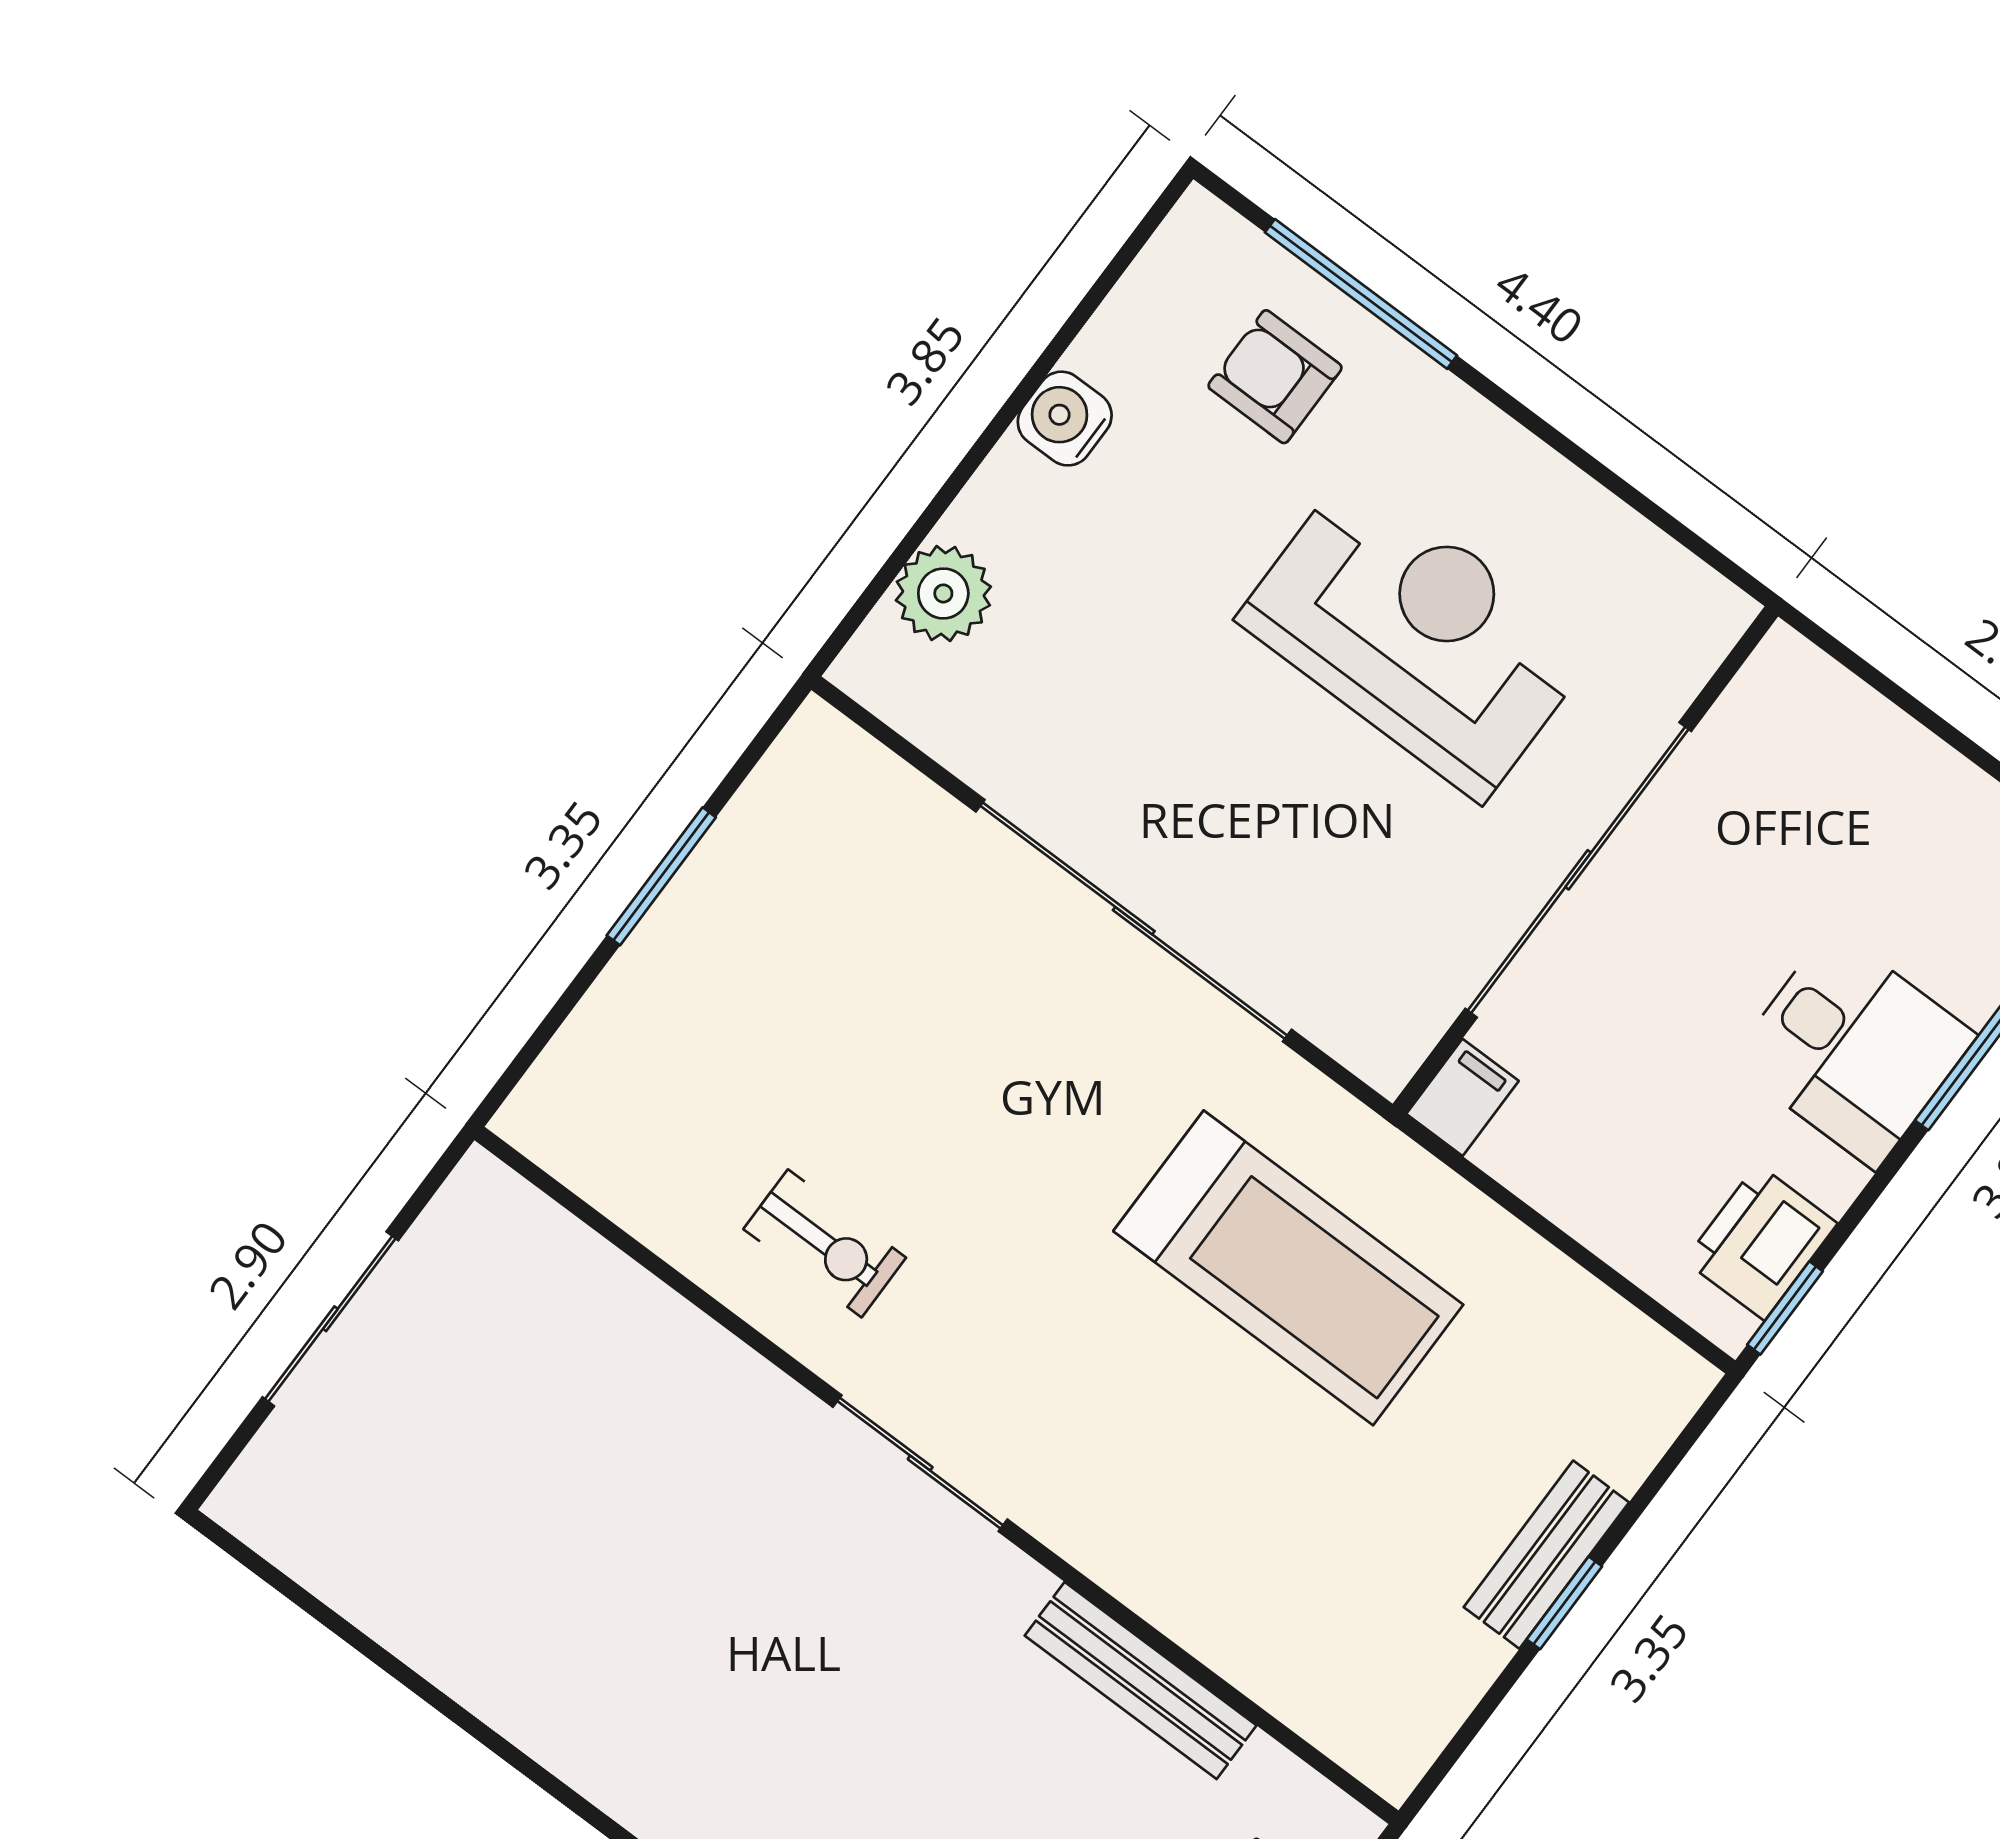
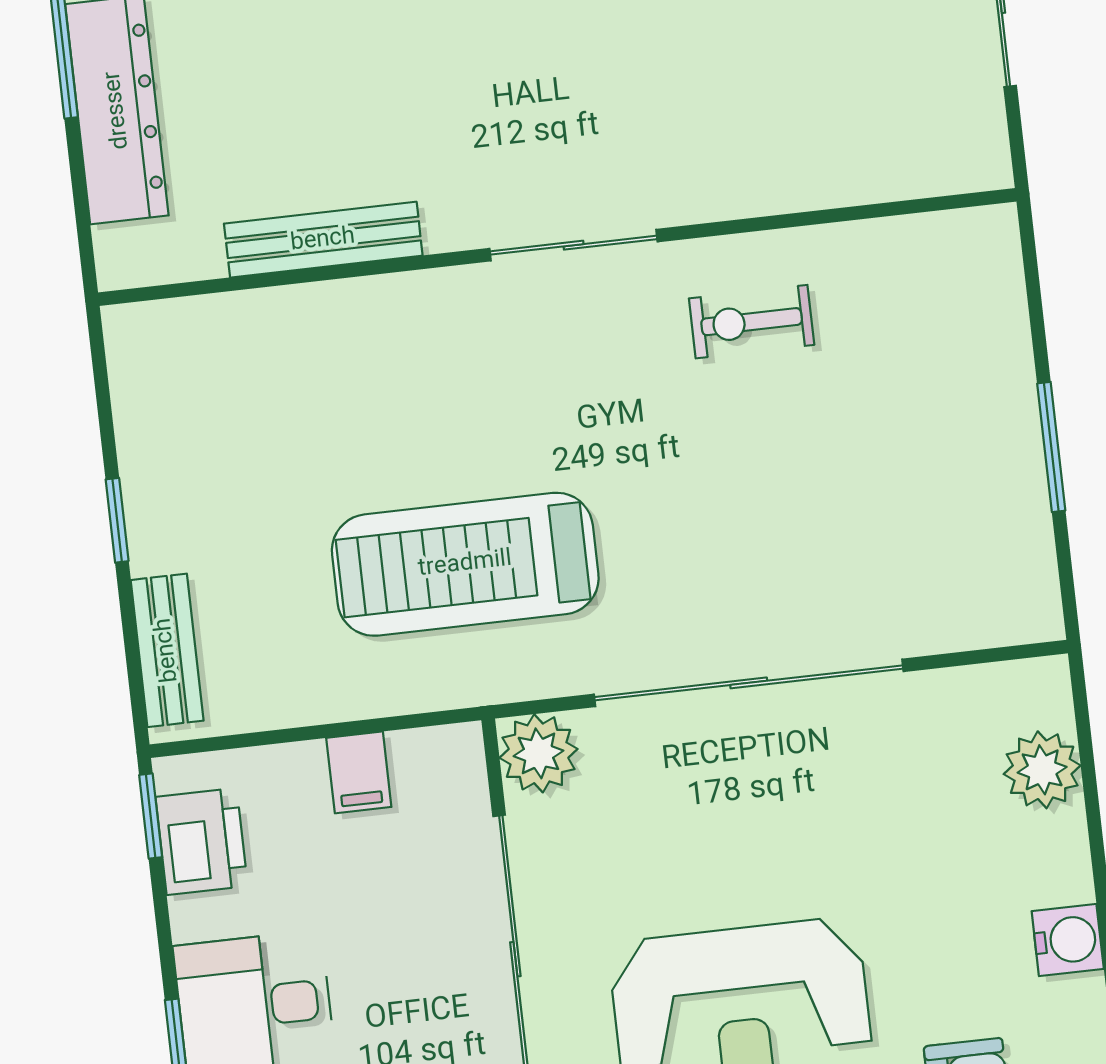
plant: (1383, 1035) -> (538, 753), added
filing cabinet: (1462, 1097) -> (359, 772), moved
bench: (1546, 1555) -> (167, 650), moved

